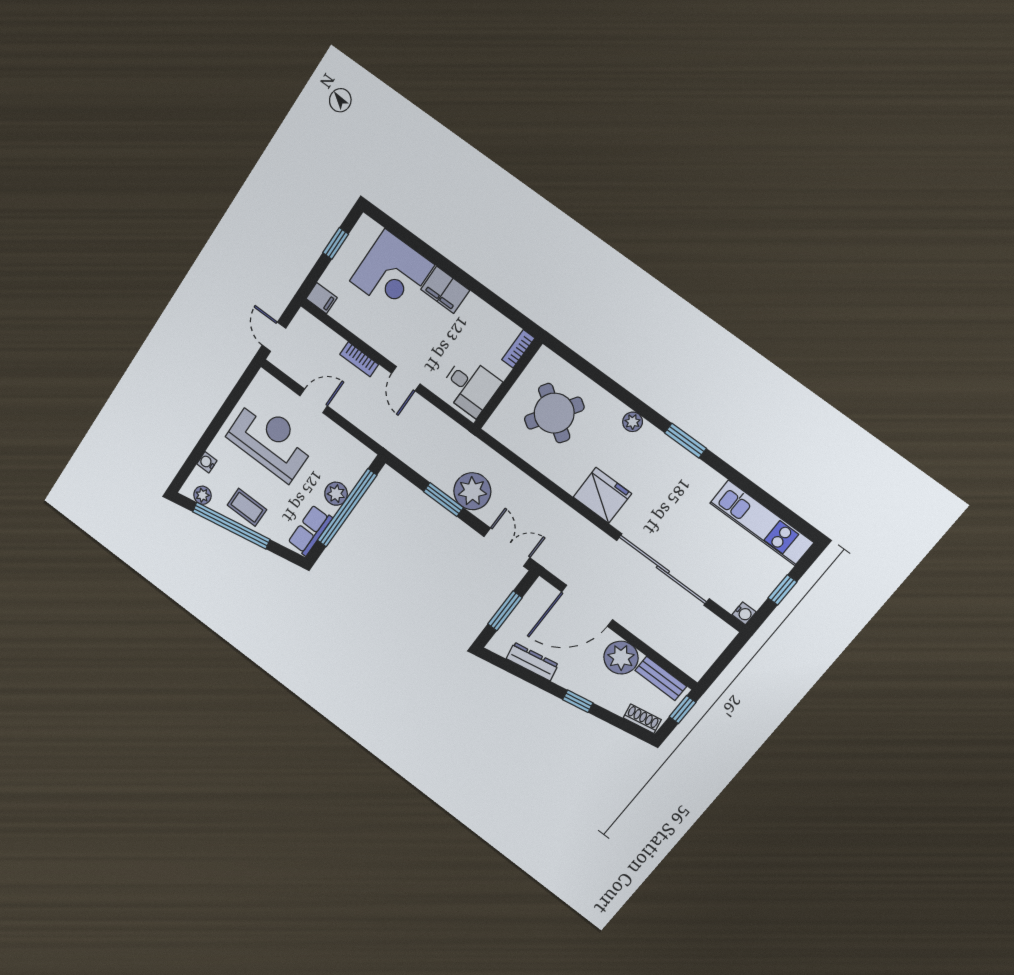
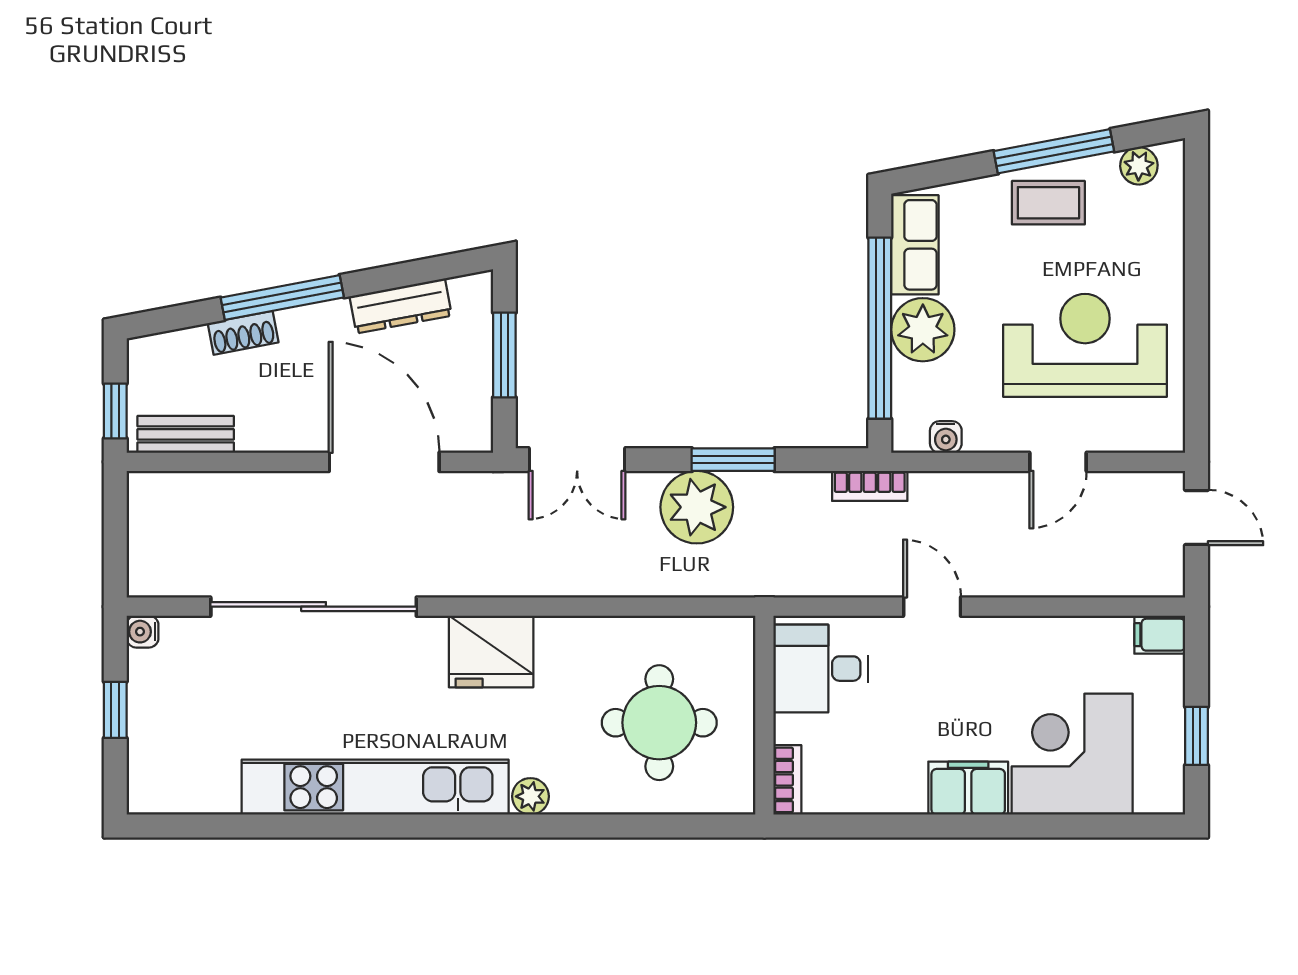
bookcase: (359, 359) -> (870, 486), moved, turned 180
round table: (554, 413) -> (659, 723), turned -34
reception desk: (271, 440) -> (1085, 345), turned 180
window: (685, 441) -> (430, 826), removed
water cooler: (207, 462) -> (946, 437), moved, turned 90
plant: (336, 494) -> (923, 330), width x1.36, depth x1.36
kitchen unit: (762, 523) -> (375, 787), moved, width x1.36
window: (231, 526) -> (1054, 151), width x0.68
door: (587, 606) -> (384, 462), hinge flipped
plant: (621, 658) -> (270, 420), removed
window: (578, 701) -> (282, 297), width x2.17
shoe rack: (642, 719) -> (243, 333), moved

